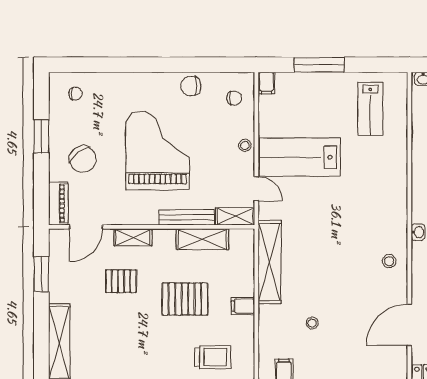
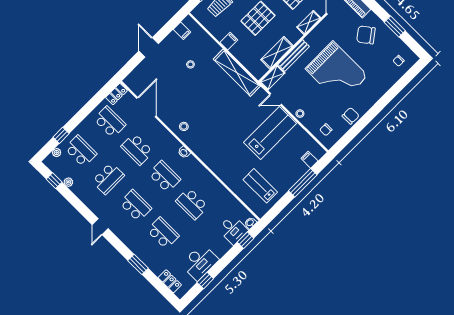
filing cabinet: (266, 83) -> (309, 160), moved

